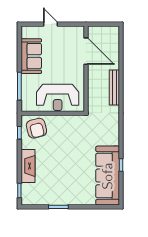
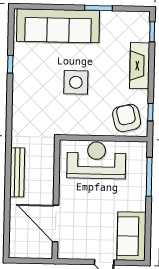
sofa: (31, 56) -> (131, 236), moved
side table: (74, 153) -> (76, 82), added
sofa: (108, 176) -> (58, 26), moved, turned 90

